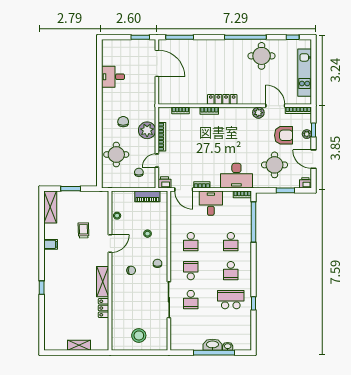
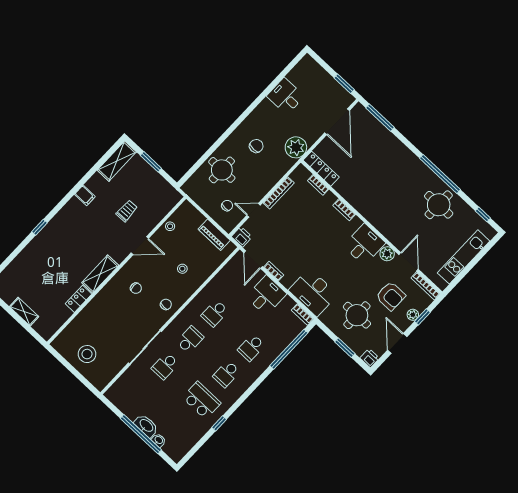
locker: (222, 99) -> (321, 169), moved
desk: (240, 120) -> (364, 244), added
plant: (147, 130) -> (296, 147), moved

